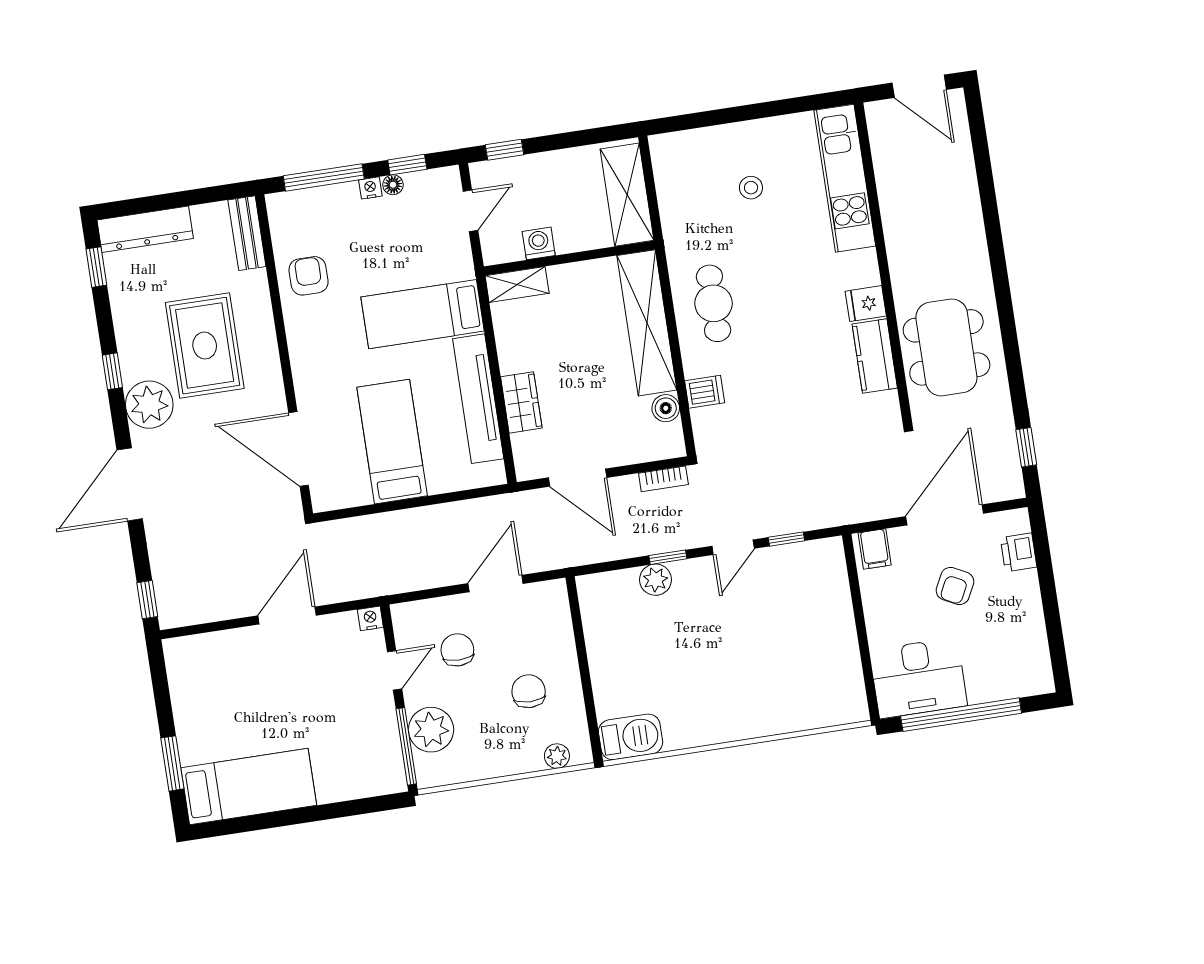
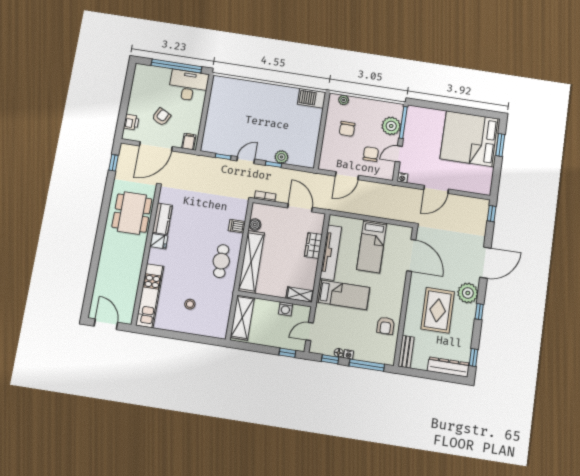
chair: (457, 650) -> (371, 154), turned 180
bed: (249, 787) -> (470, 139), width x2.04

